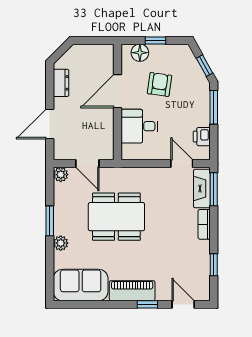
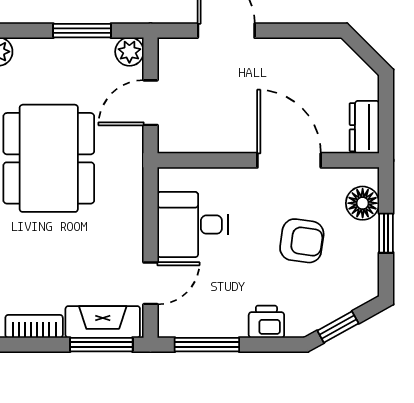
dresser: (61, 83) -> (364, 127), moved, turned 90
window: (214, 107) -> (207, 345), moved
desk: (139, 126) -> (192, 225), moved, turned -90
printer: (202, 137) -> (266, 322), moved
window: (50, 221) -> (82, 31), moved

